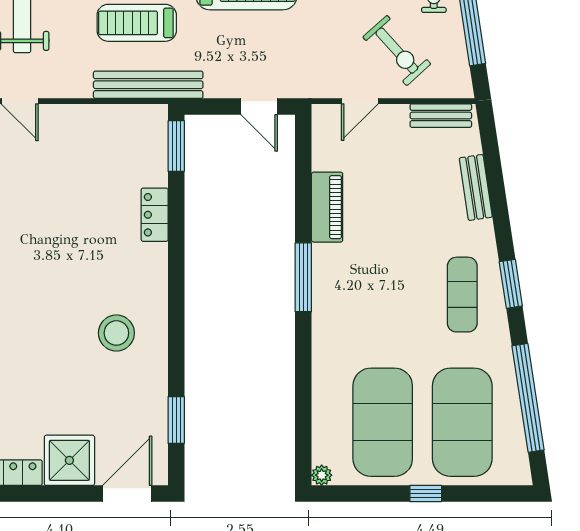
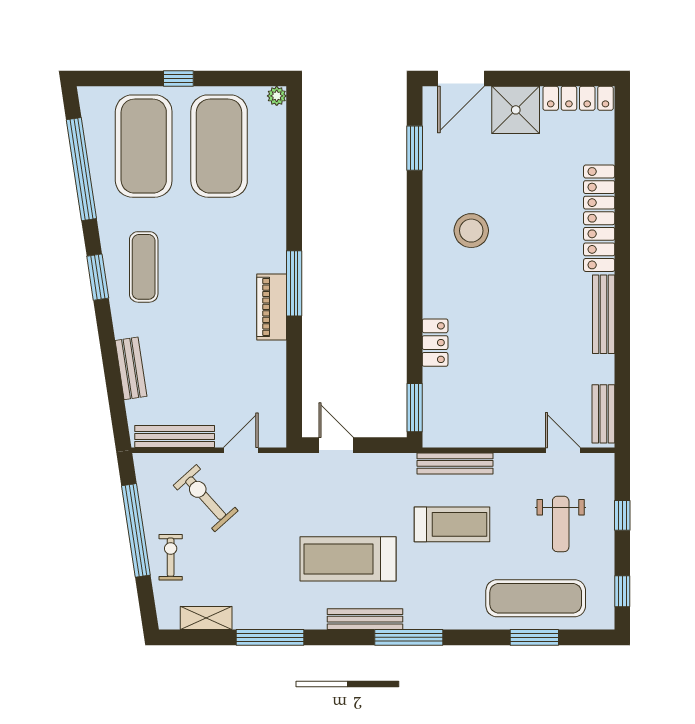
bench: (148, 85) -> (455, 463), width x0.73, depth x0.82
bench: (441, 116) -> (175, 437), width x1.36
piano: (327, 207) -> (272, 307), moved

